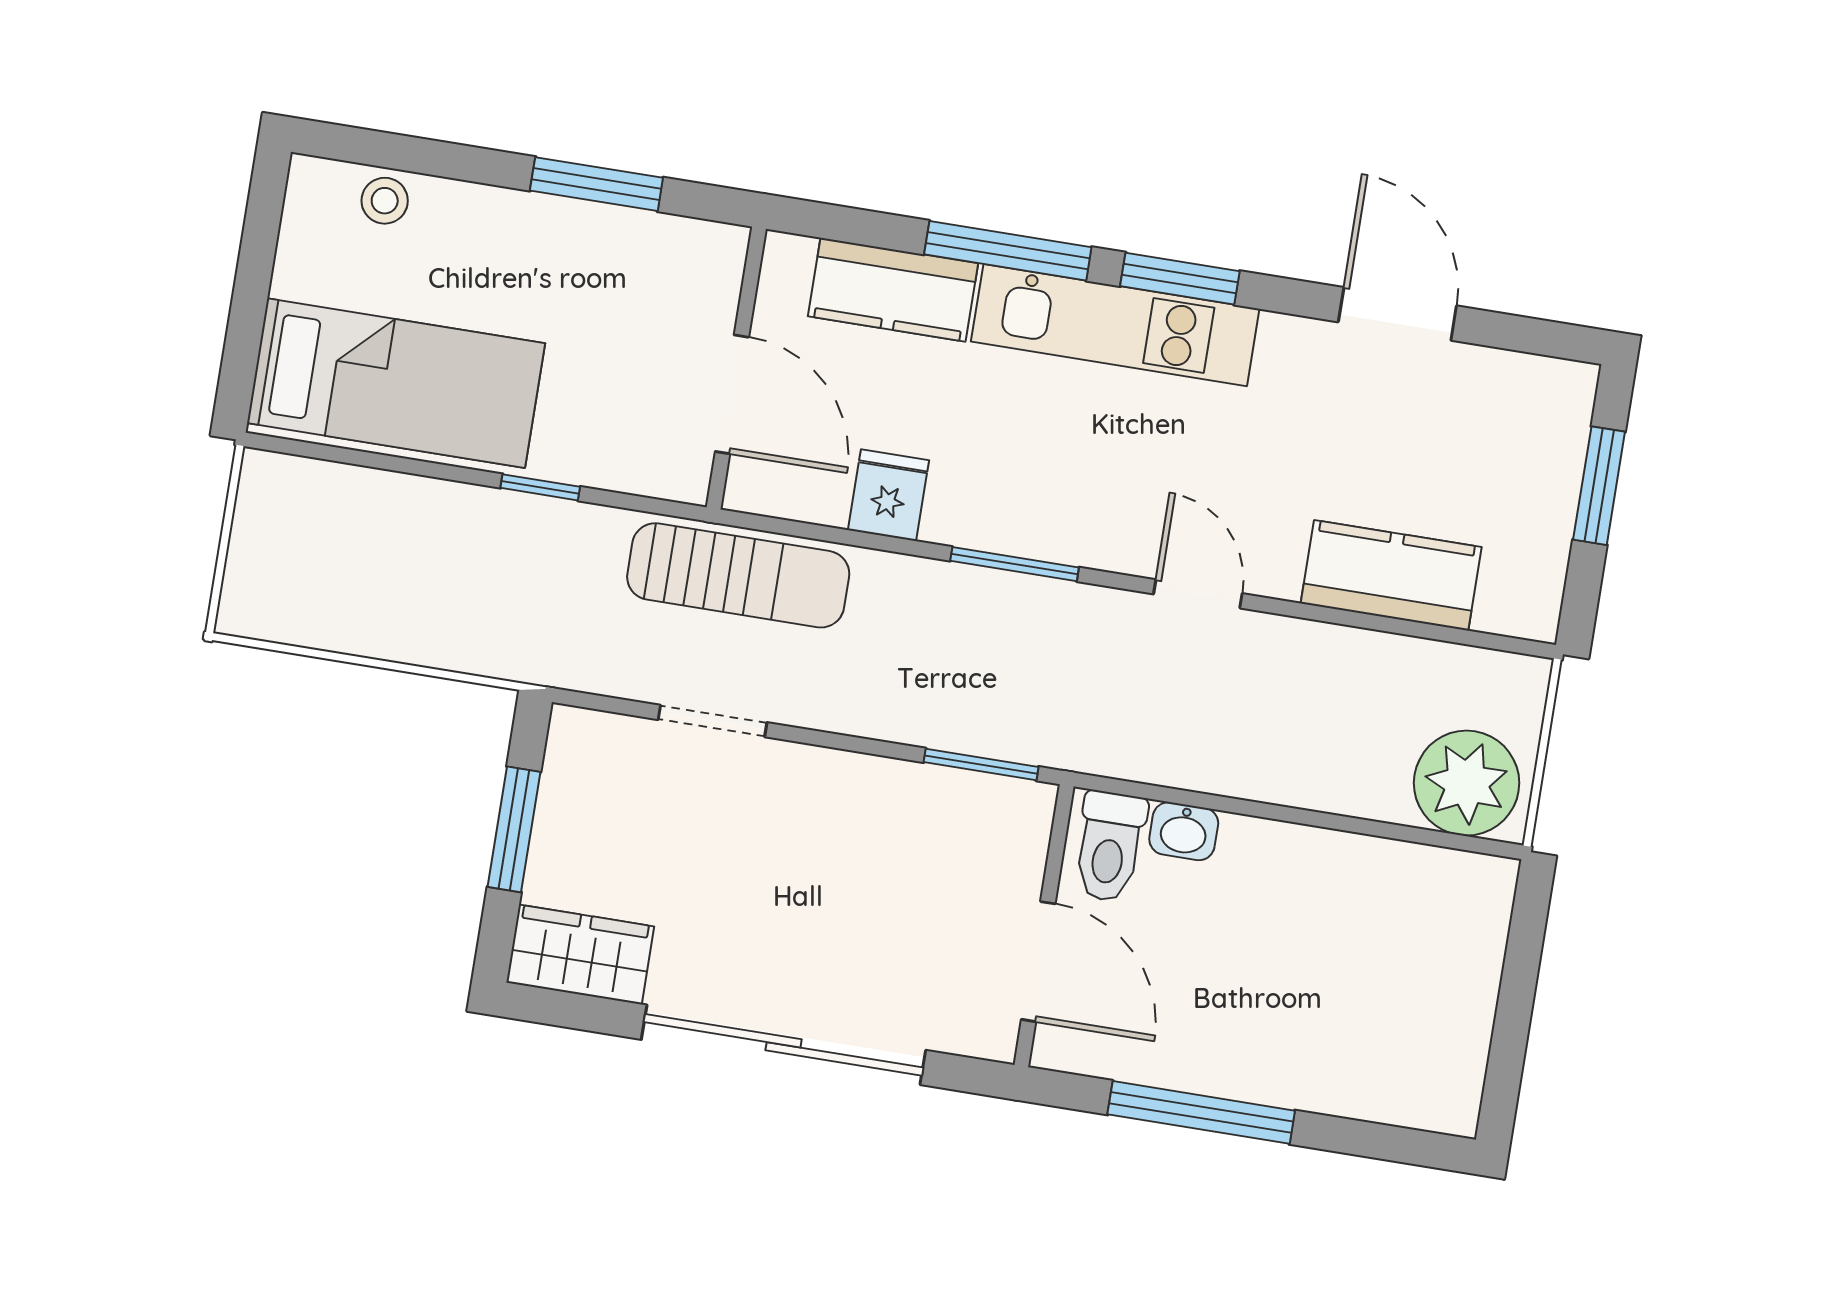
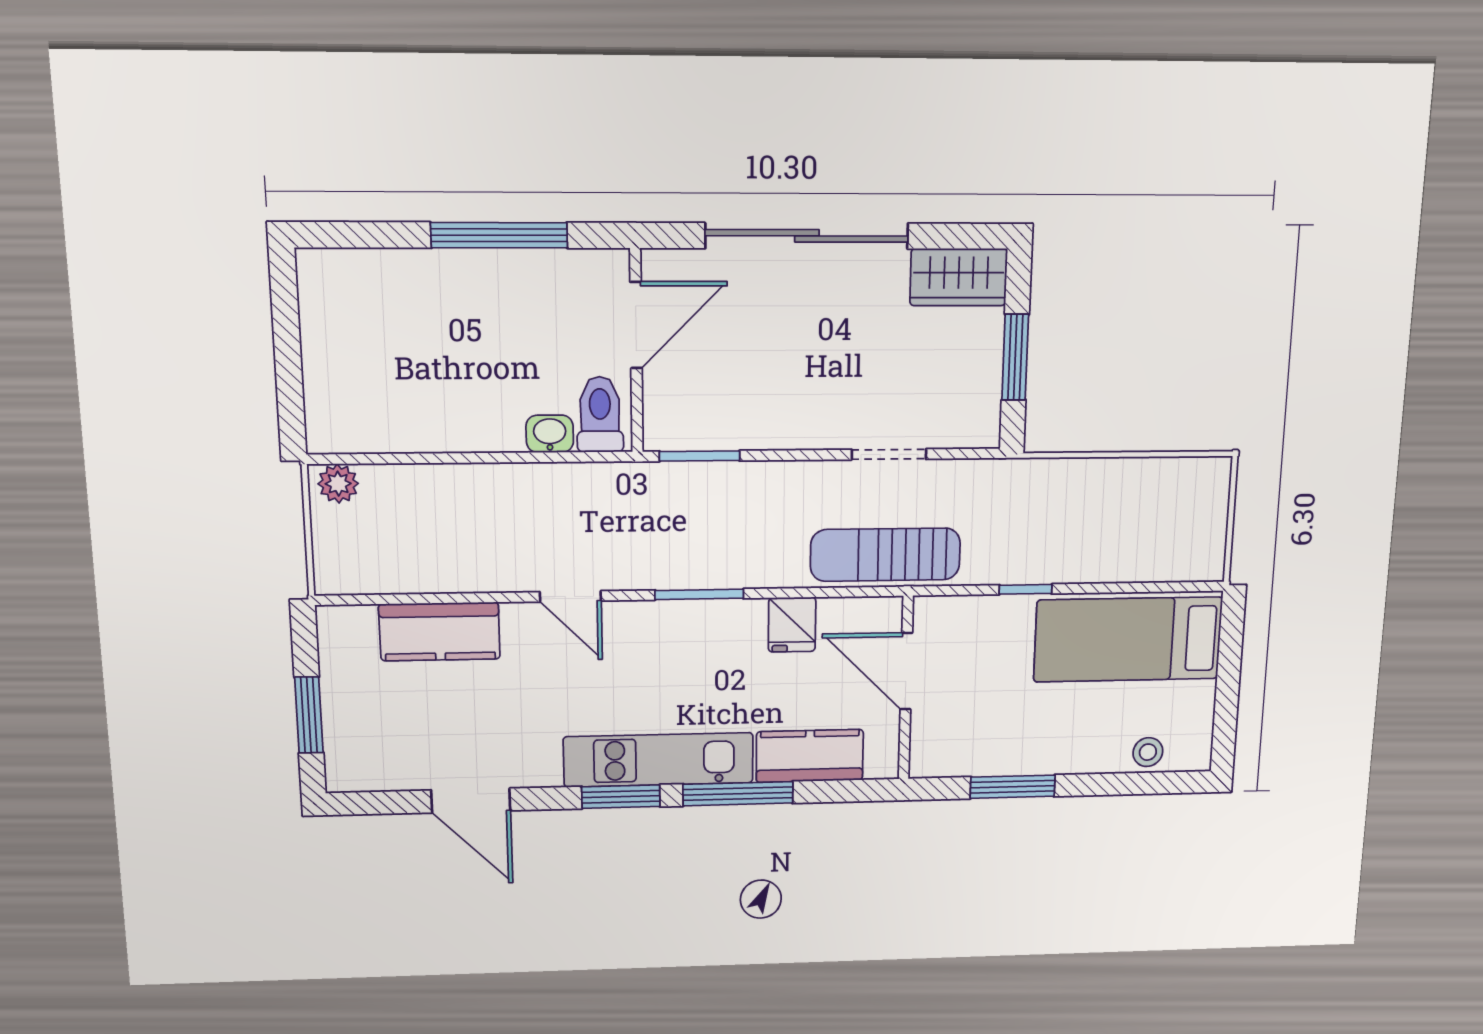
plant: (1467, 783) -> (338, 484), width x0.53, depth x0.53
door: (1038, 962) -> (636, 325), swing flipped

